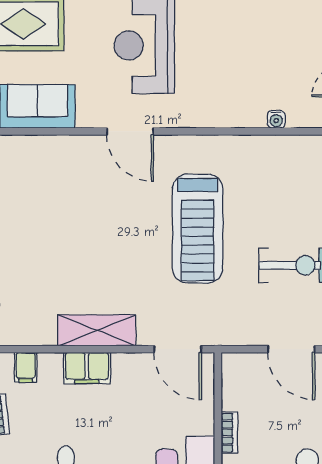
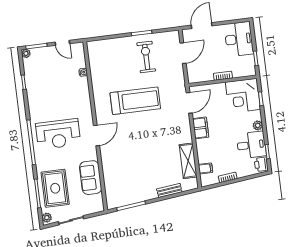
shelving: (97, 330) -> (188, 161), moved
filing cabinet: (87, 368) -> (201, 128), moved

